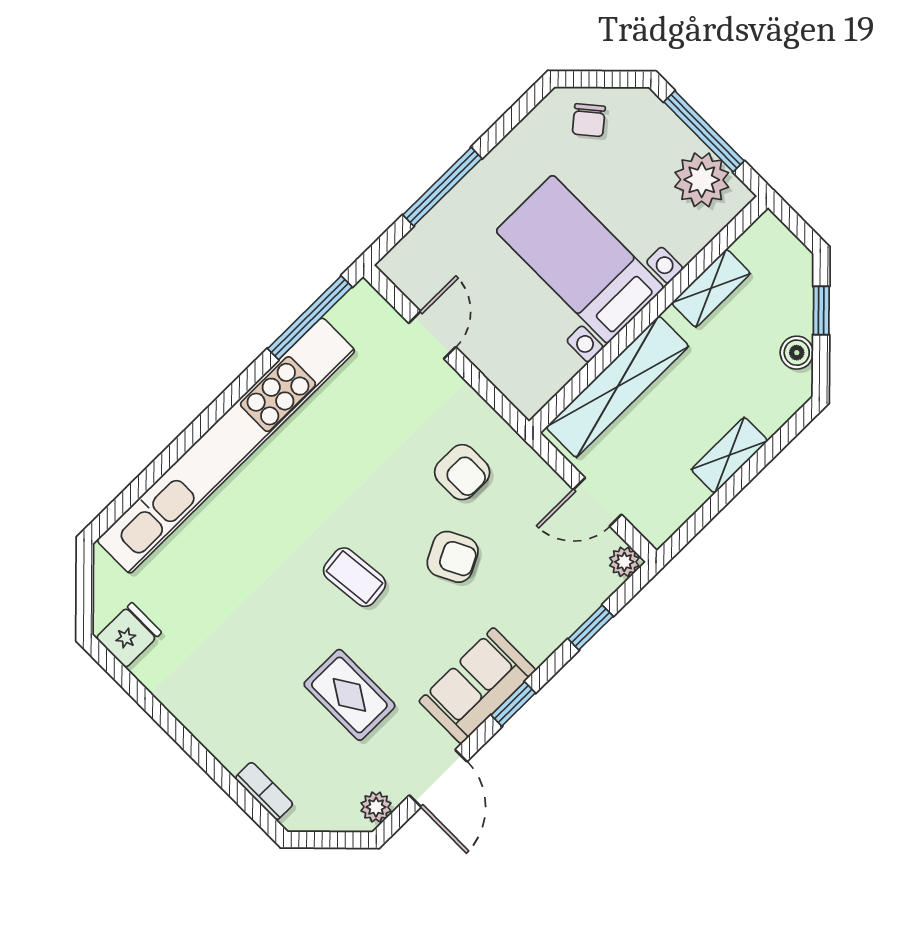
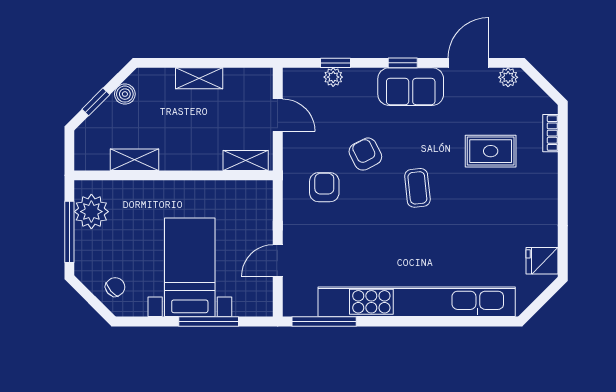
bed with nightstands: (580, 259) -> (190, 267), moved, turned 180
shelving: (617, 387) -> (246, 160), width x0.45, depth x0.75
plant: (624, 562) -> (333, 77), moved
rug: (349, 695) -> (491, 151), moved, turned 90

